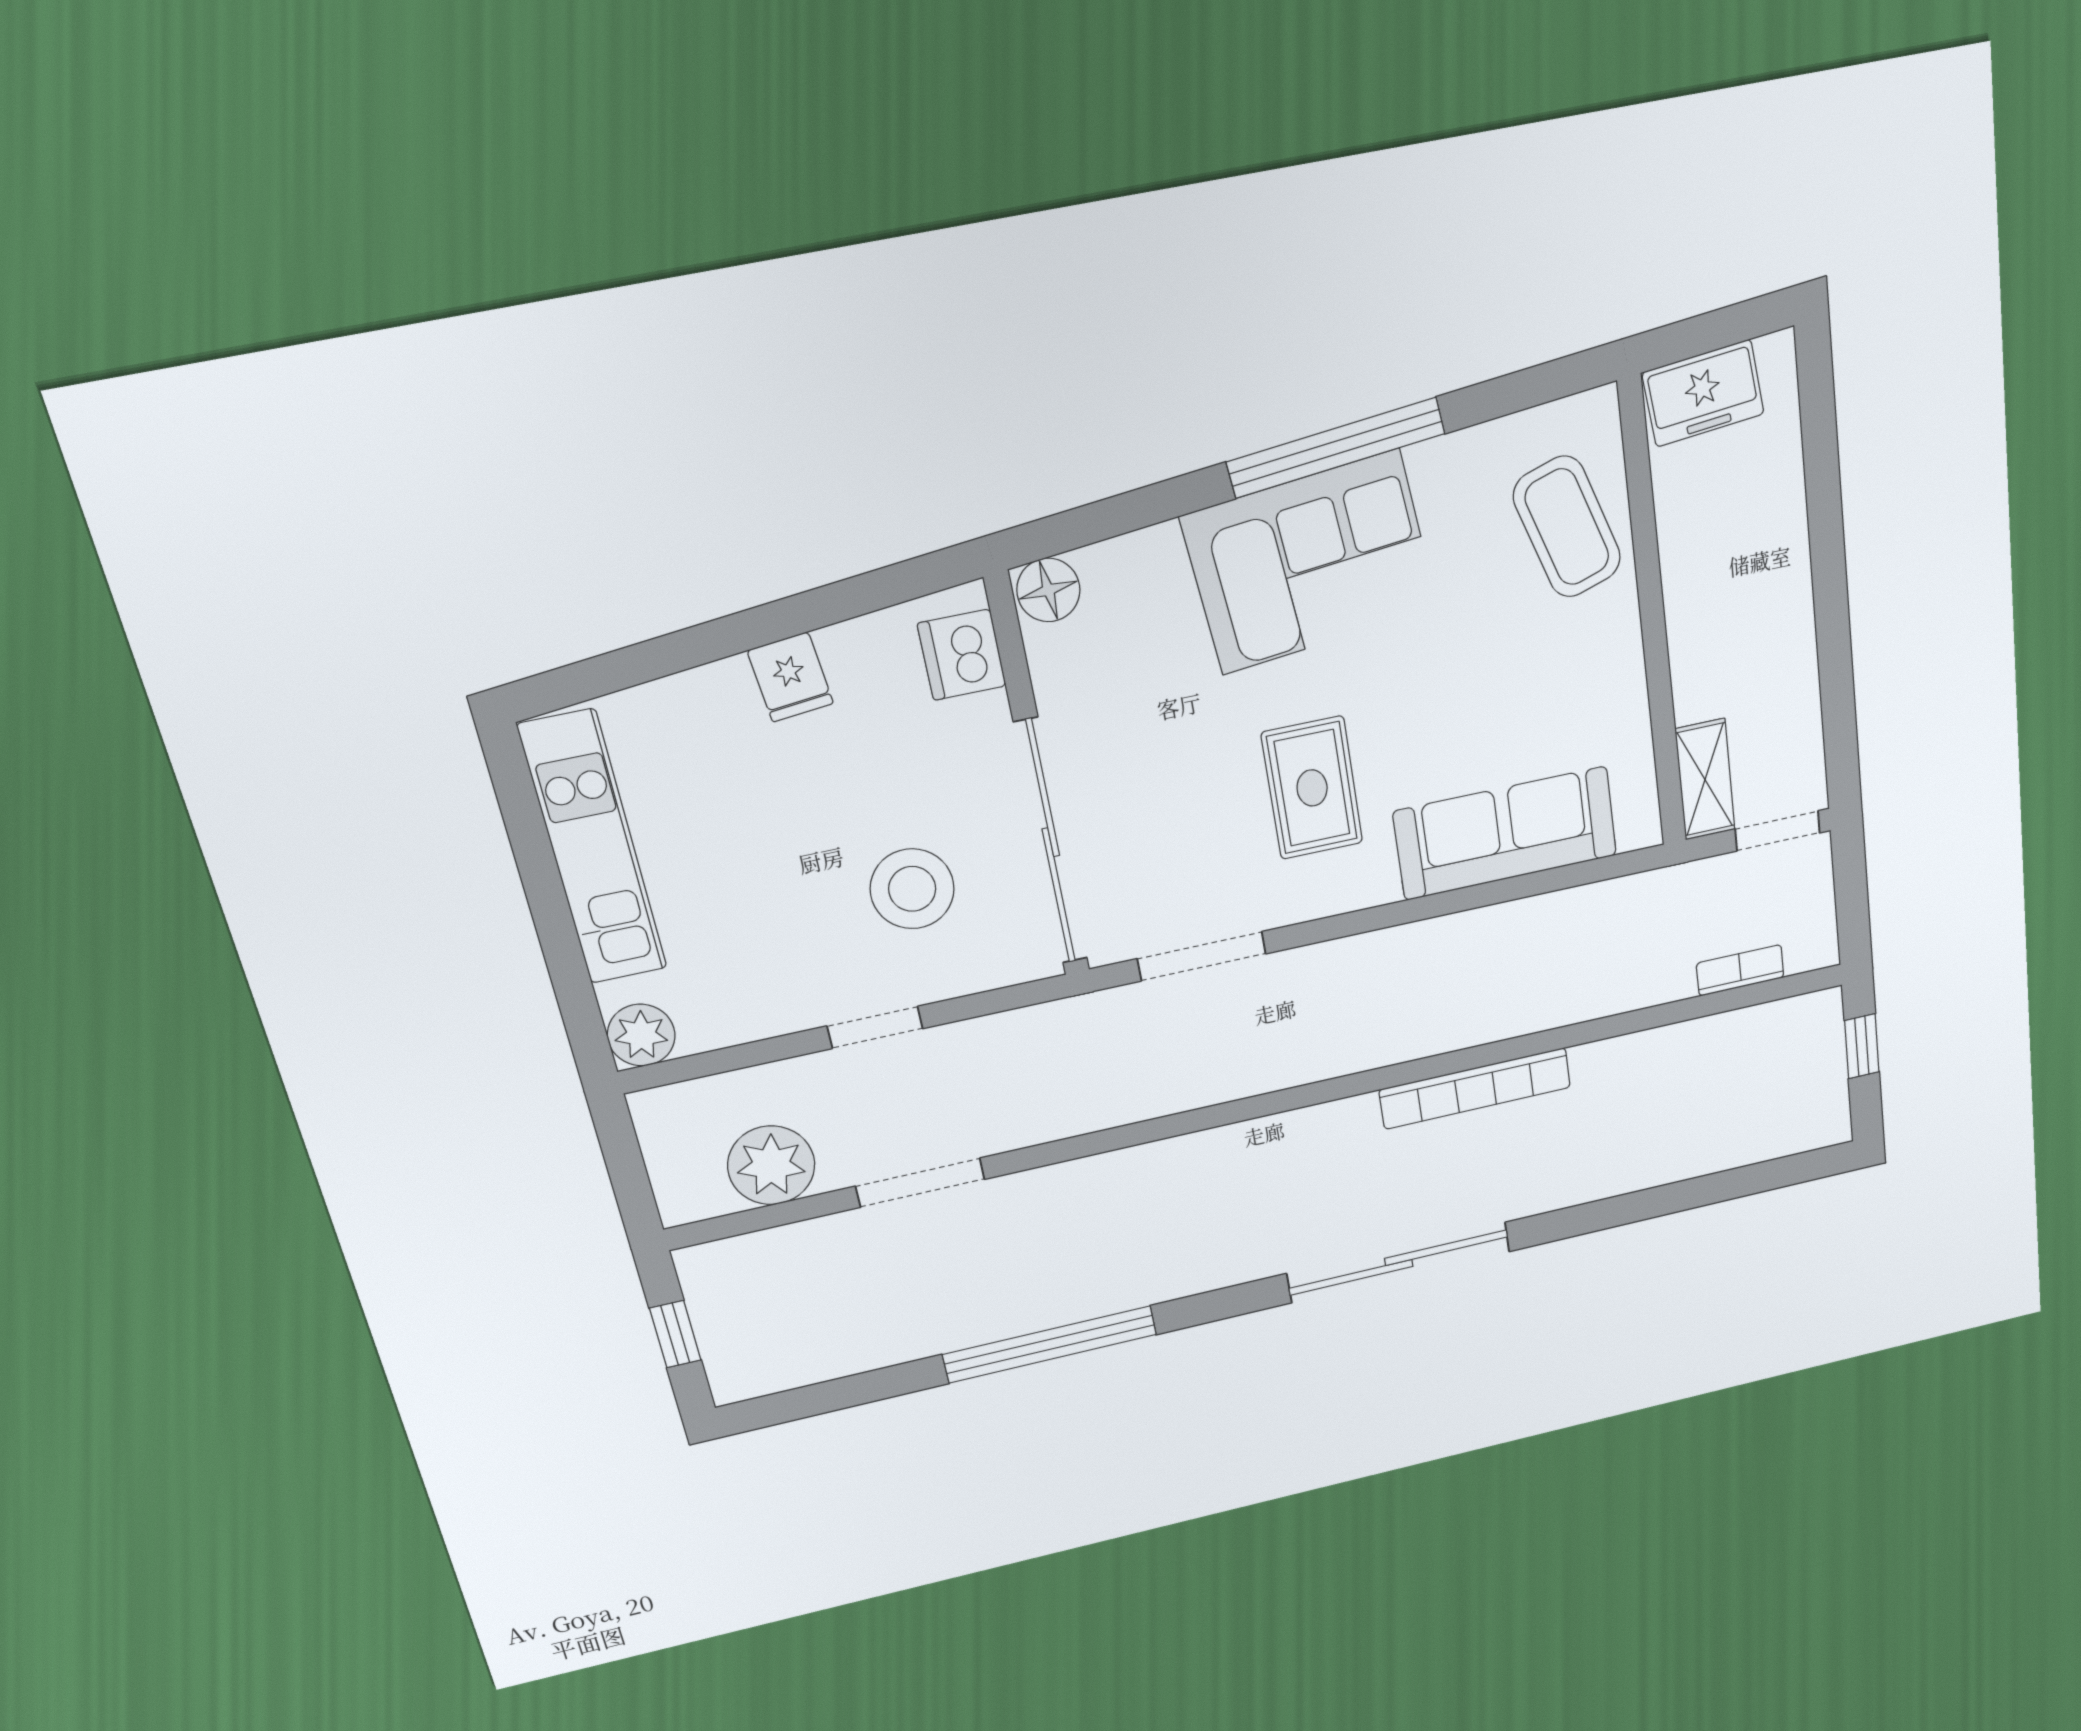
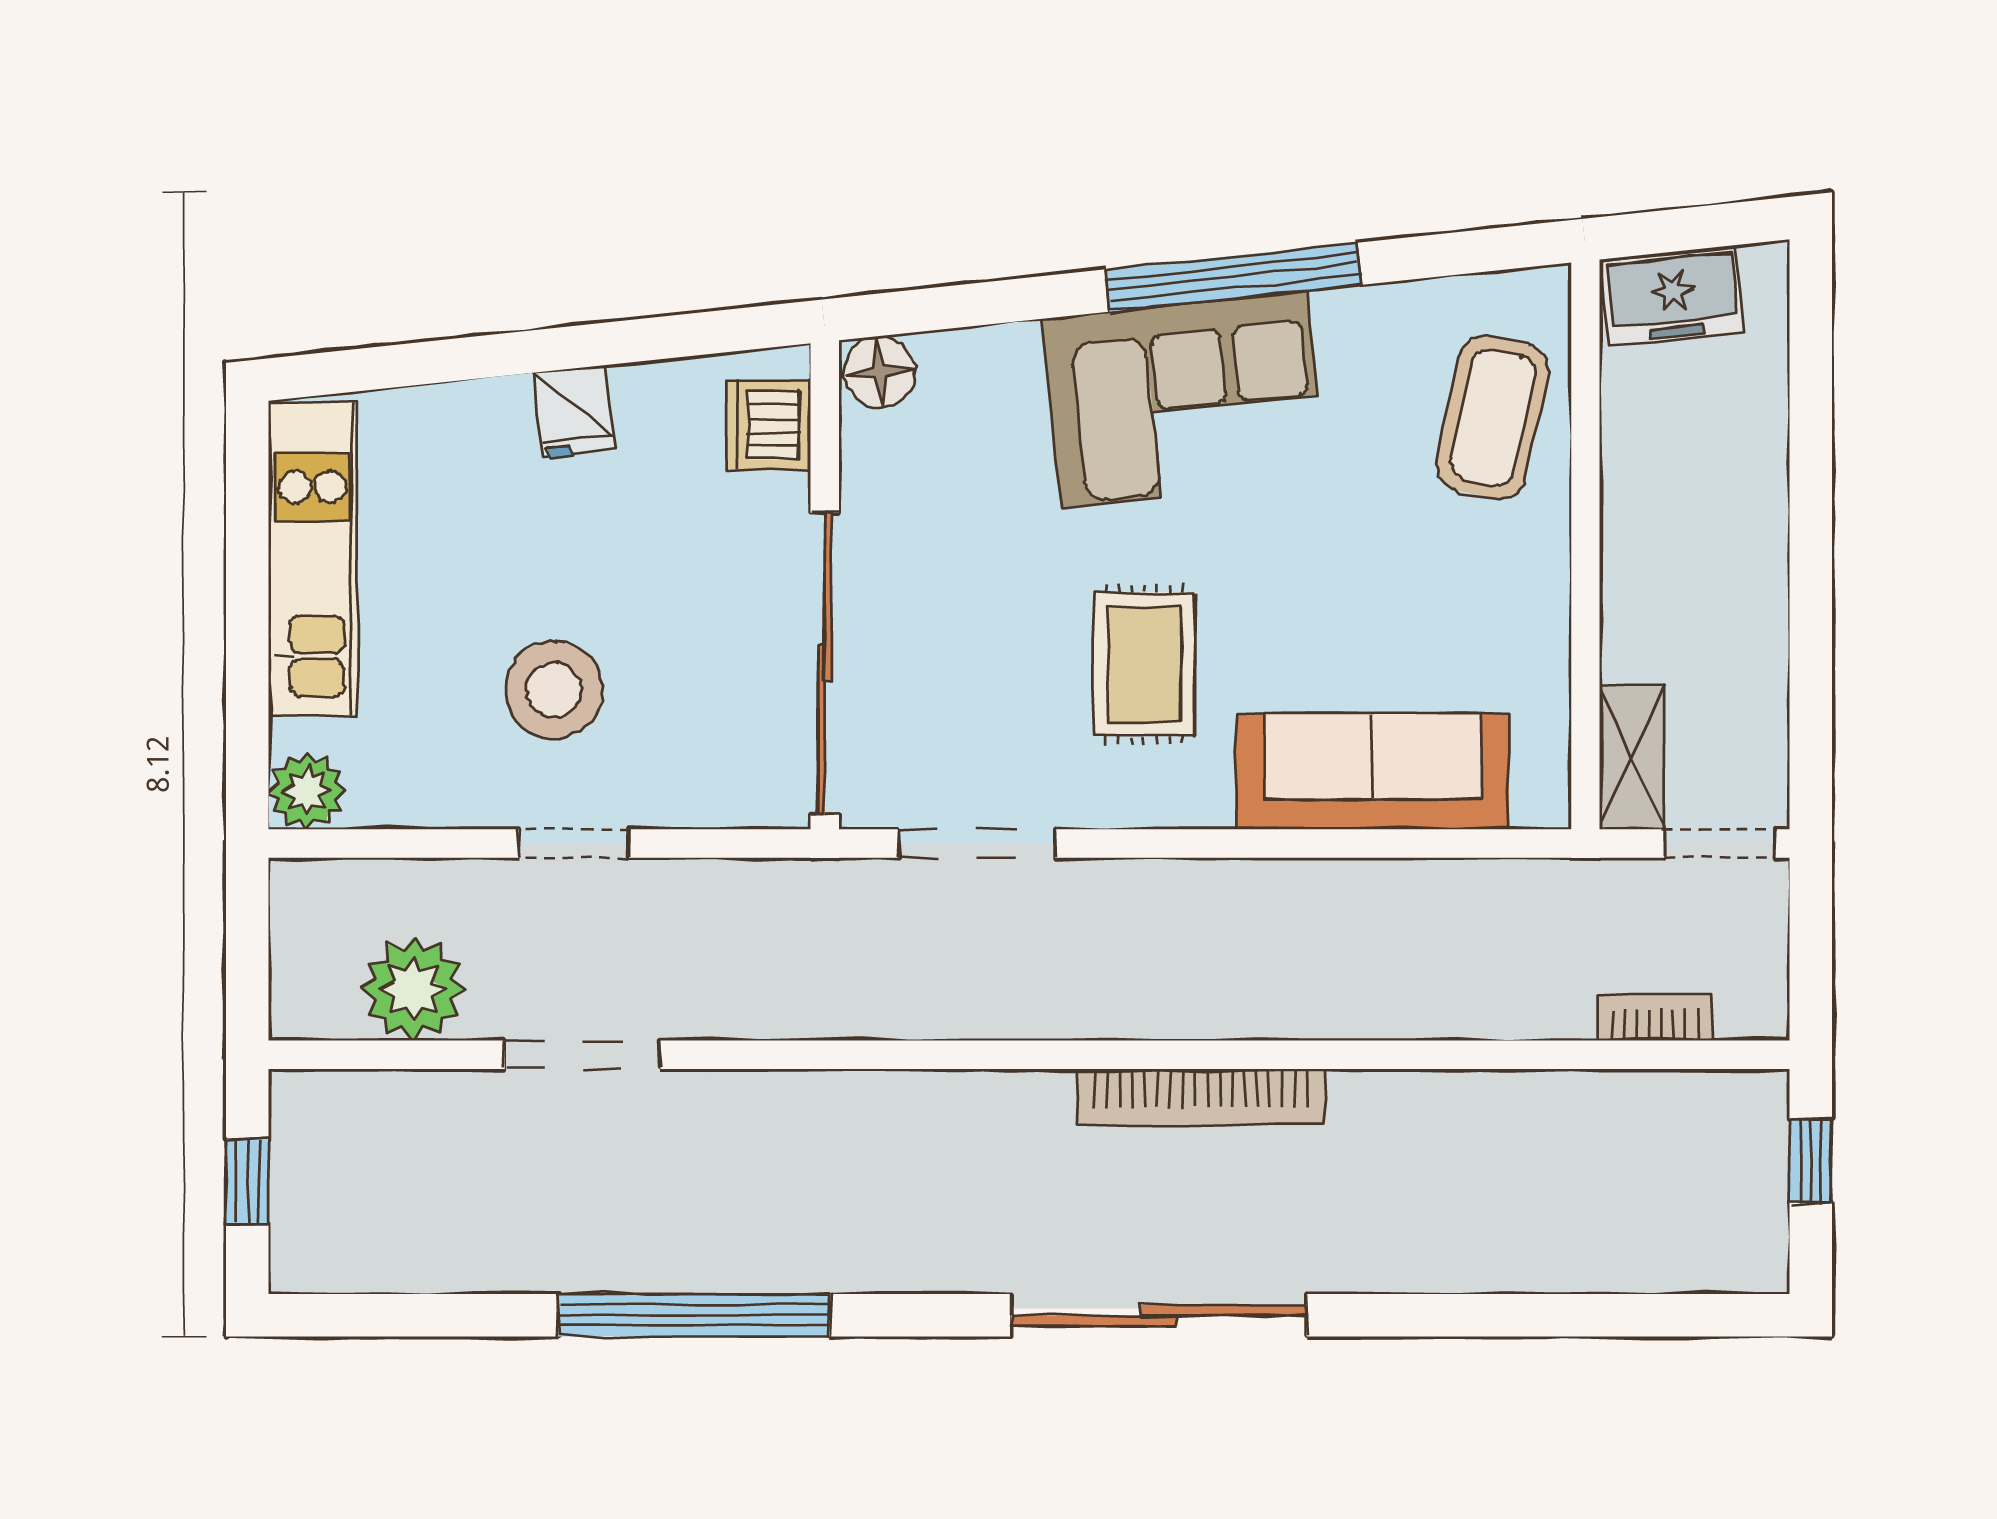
coffee table: (1567, 527) -> (1493, 417), turned 30
stool: (912, 889) -> (554, 690), moved
bookcase: (1475, 1088) -> (1201, 1097), moved

